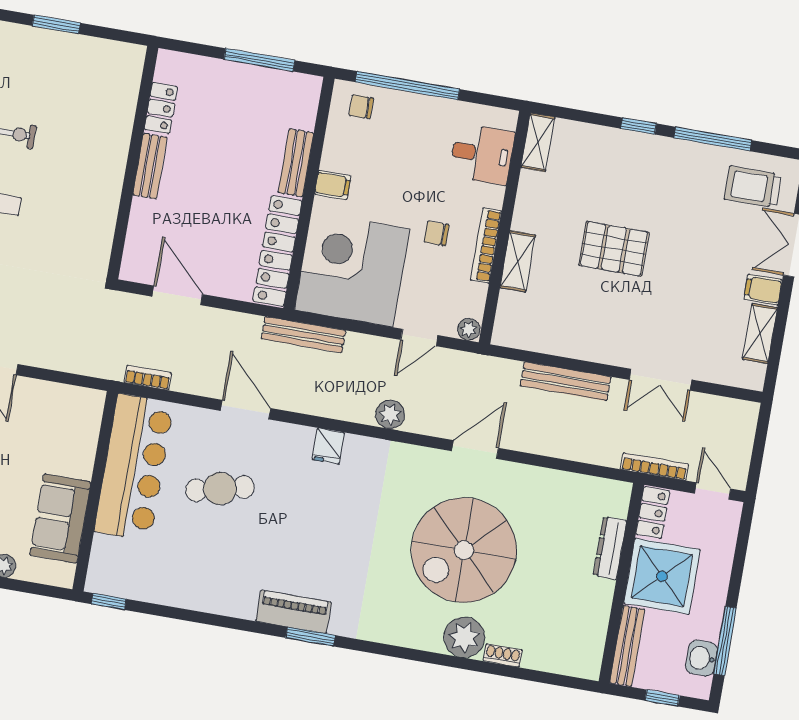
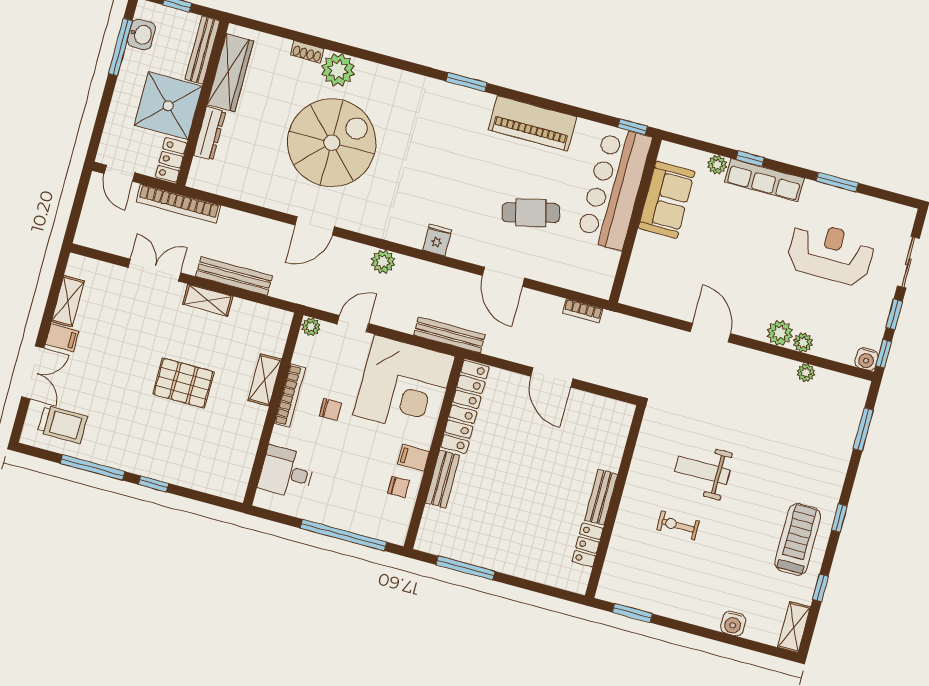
chair: (361, 107) -> (398, 487), moved
locker: (161, 108) -> (588, 545), moved
shelving: (538, 142) -> (208, 300), moved, turned 90
wall: (133, 163) -> (615, 501), moved
bench: (150, 166) -> (601, 497), moved
bar counter: (134, 467) -> (614, 188), moved
bookcase: (655, 467) -> (178, 204), width x1.48, depth x1.31
piano: (294, 612) -> (532, 123), moved, width x1.37, depth x1.33
wardrobe: (592, 622) -> (230, 73), added

